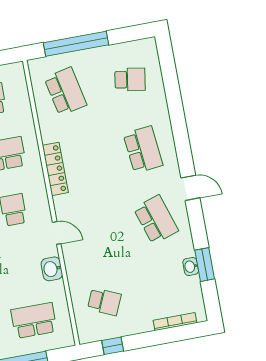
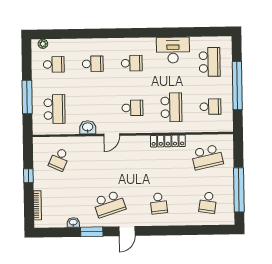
window: (76, 44) -> (239, 190), moved
school desk: (143, 150) -> (159, 203), width x0.54
locker: (55, 169) -> (168, 141), moved
window: (205, 265) -> (92, 232), moved
window: (113, 346) -> (28, 176), moved

